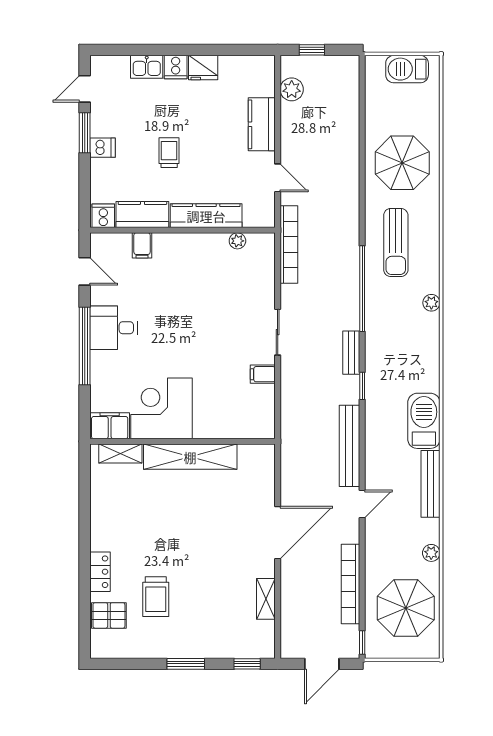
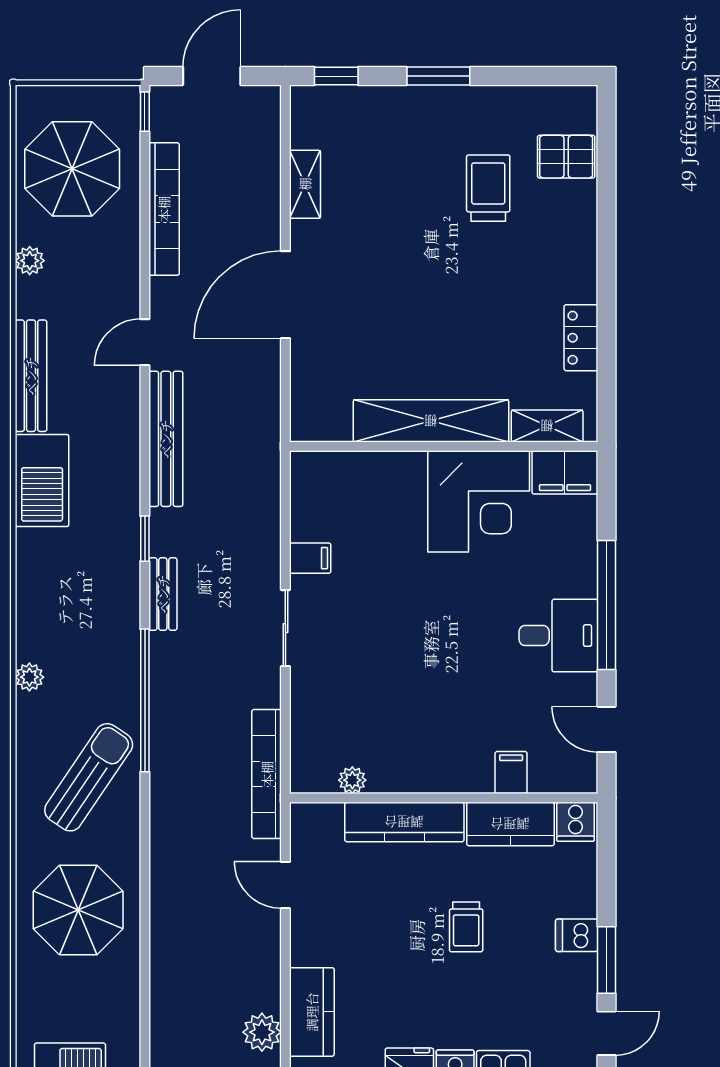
kitchen counter: (262, 124) -> (312, 1012), moved
sun lounger: (396, 243) -> (89, 777), turned 34
locker: (100, 572) -> (581, 338), moved

